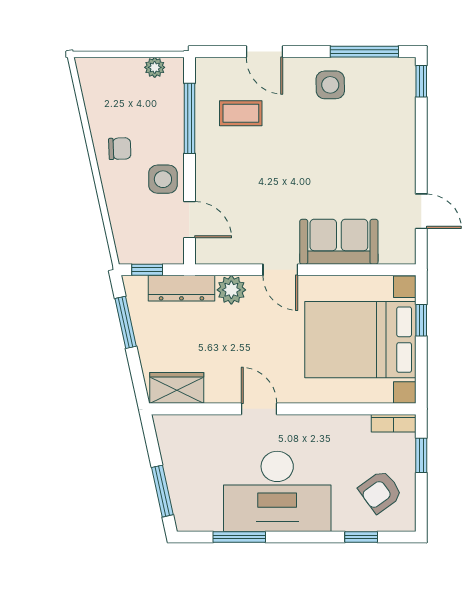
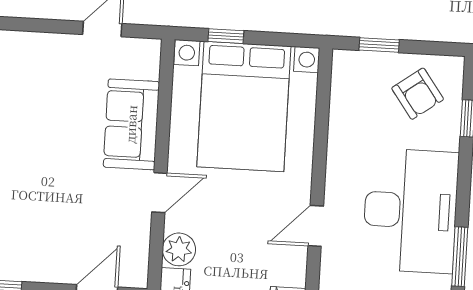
bookcase: (394, 423) -> (341, 74), removed

